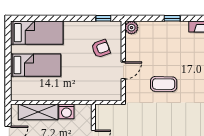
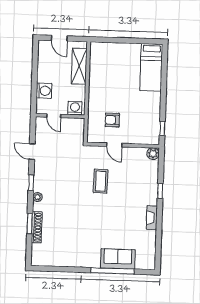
armchair: (101, 48) -> (112, 120), moved, turned 110
bed: (36, 65) -> (122, 65), removed
washing machine: (66, 111) -> (75, 108), moved, turned 90

